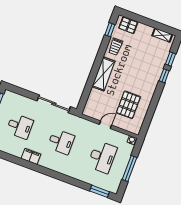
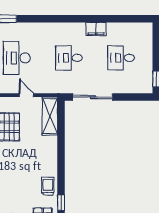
shelving: (103, 74) -> (50, 116), moved
door: (105, 125) -> (26, 95), swing flipped

